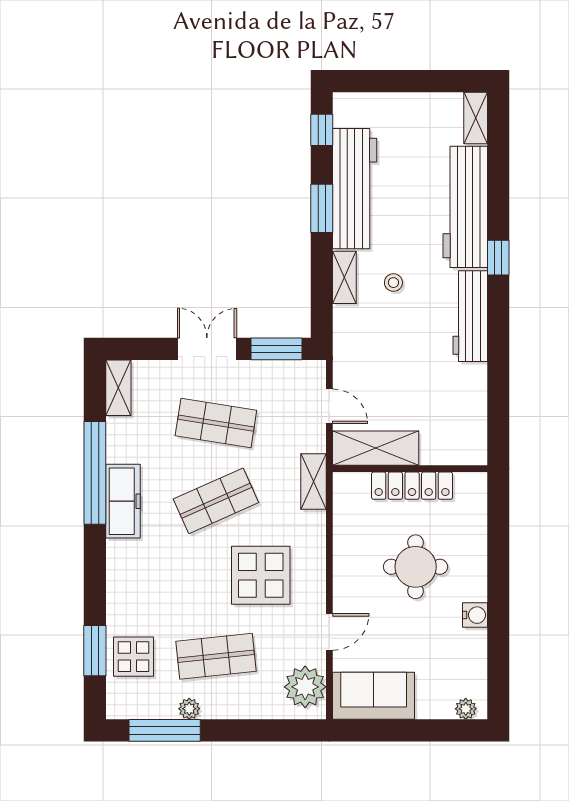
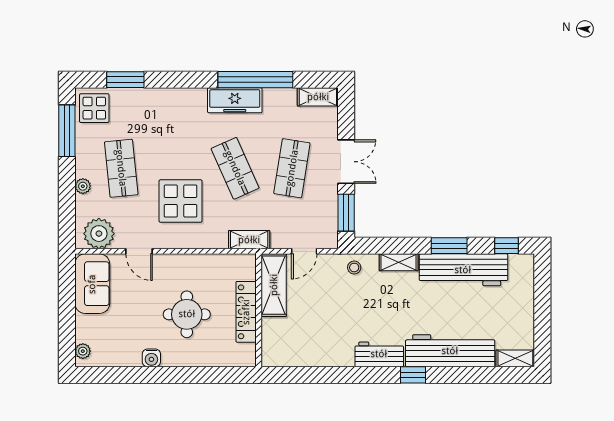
stool: (393, 283) -> (354, 268), moved
workbench: (470, 316) -> (379, 354), width x0.73
display table: (134, 657) -> (94, 108), moved
plant: (189, 709) -> (83, 186), moved

